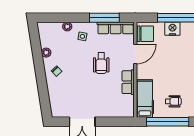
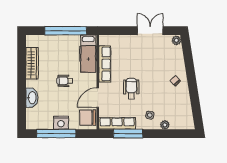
plant: (46, 53) -> (176, 40), moved
row of seats: (128, 82) -> (105, 64), width x1.48
wheelchair: (173, 101) -> (65, 81), moved

